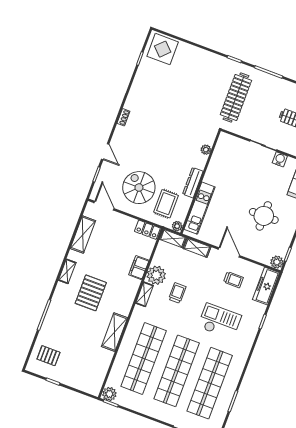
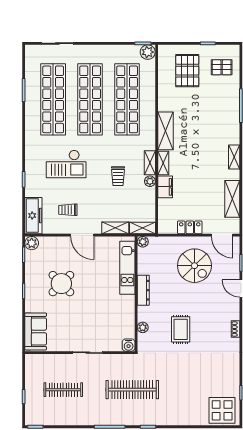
clothes rail: (236, 98) -> (132, 390), turned 90
water cooler: (280, 159) -> (129, 345), moved
rug: (166, 204) -> (181, 329), moved
round table: (264, 216) -> (61, 284), turned 45
locker: (147, 230) -> (190, 227), moved
plant: (156, 275) -> (150, 181), width x0.53, depth x0.53
shelving: (133, 290) -> (163, 163), added
pallet: (91, 293) -> (187, 71), moved
shelving: (114, 332) -> (165, 131), moved

